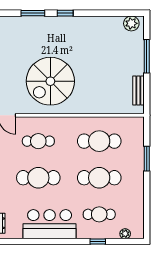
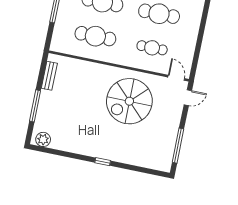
window: (33, 13) -> (133, 168), removed
spiral stairs: (50, 81) -> (129, 101), turned 180

